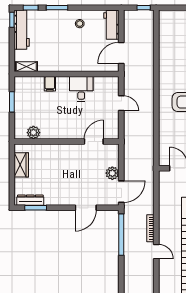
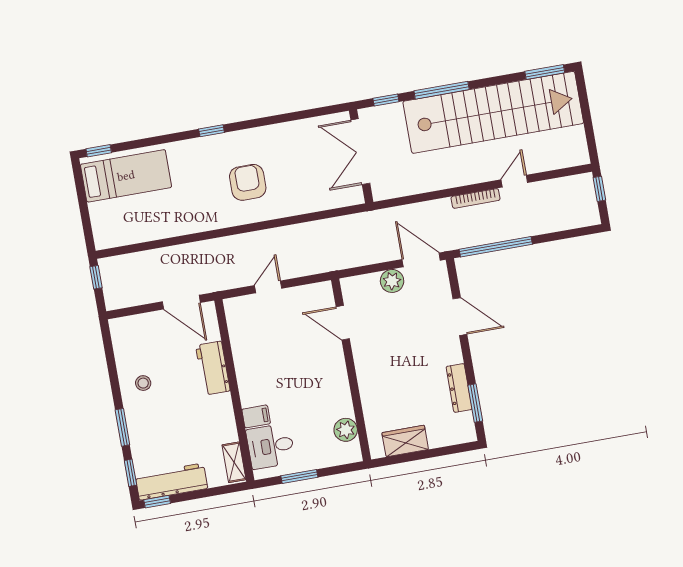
workbench: (111, 25) -> (213, 368), moved, turned 90
desk: (81, 89) -> (271, 446), moved
dresser: (30, 200) -> (459, 388), moved

